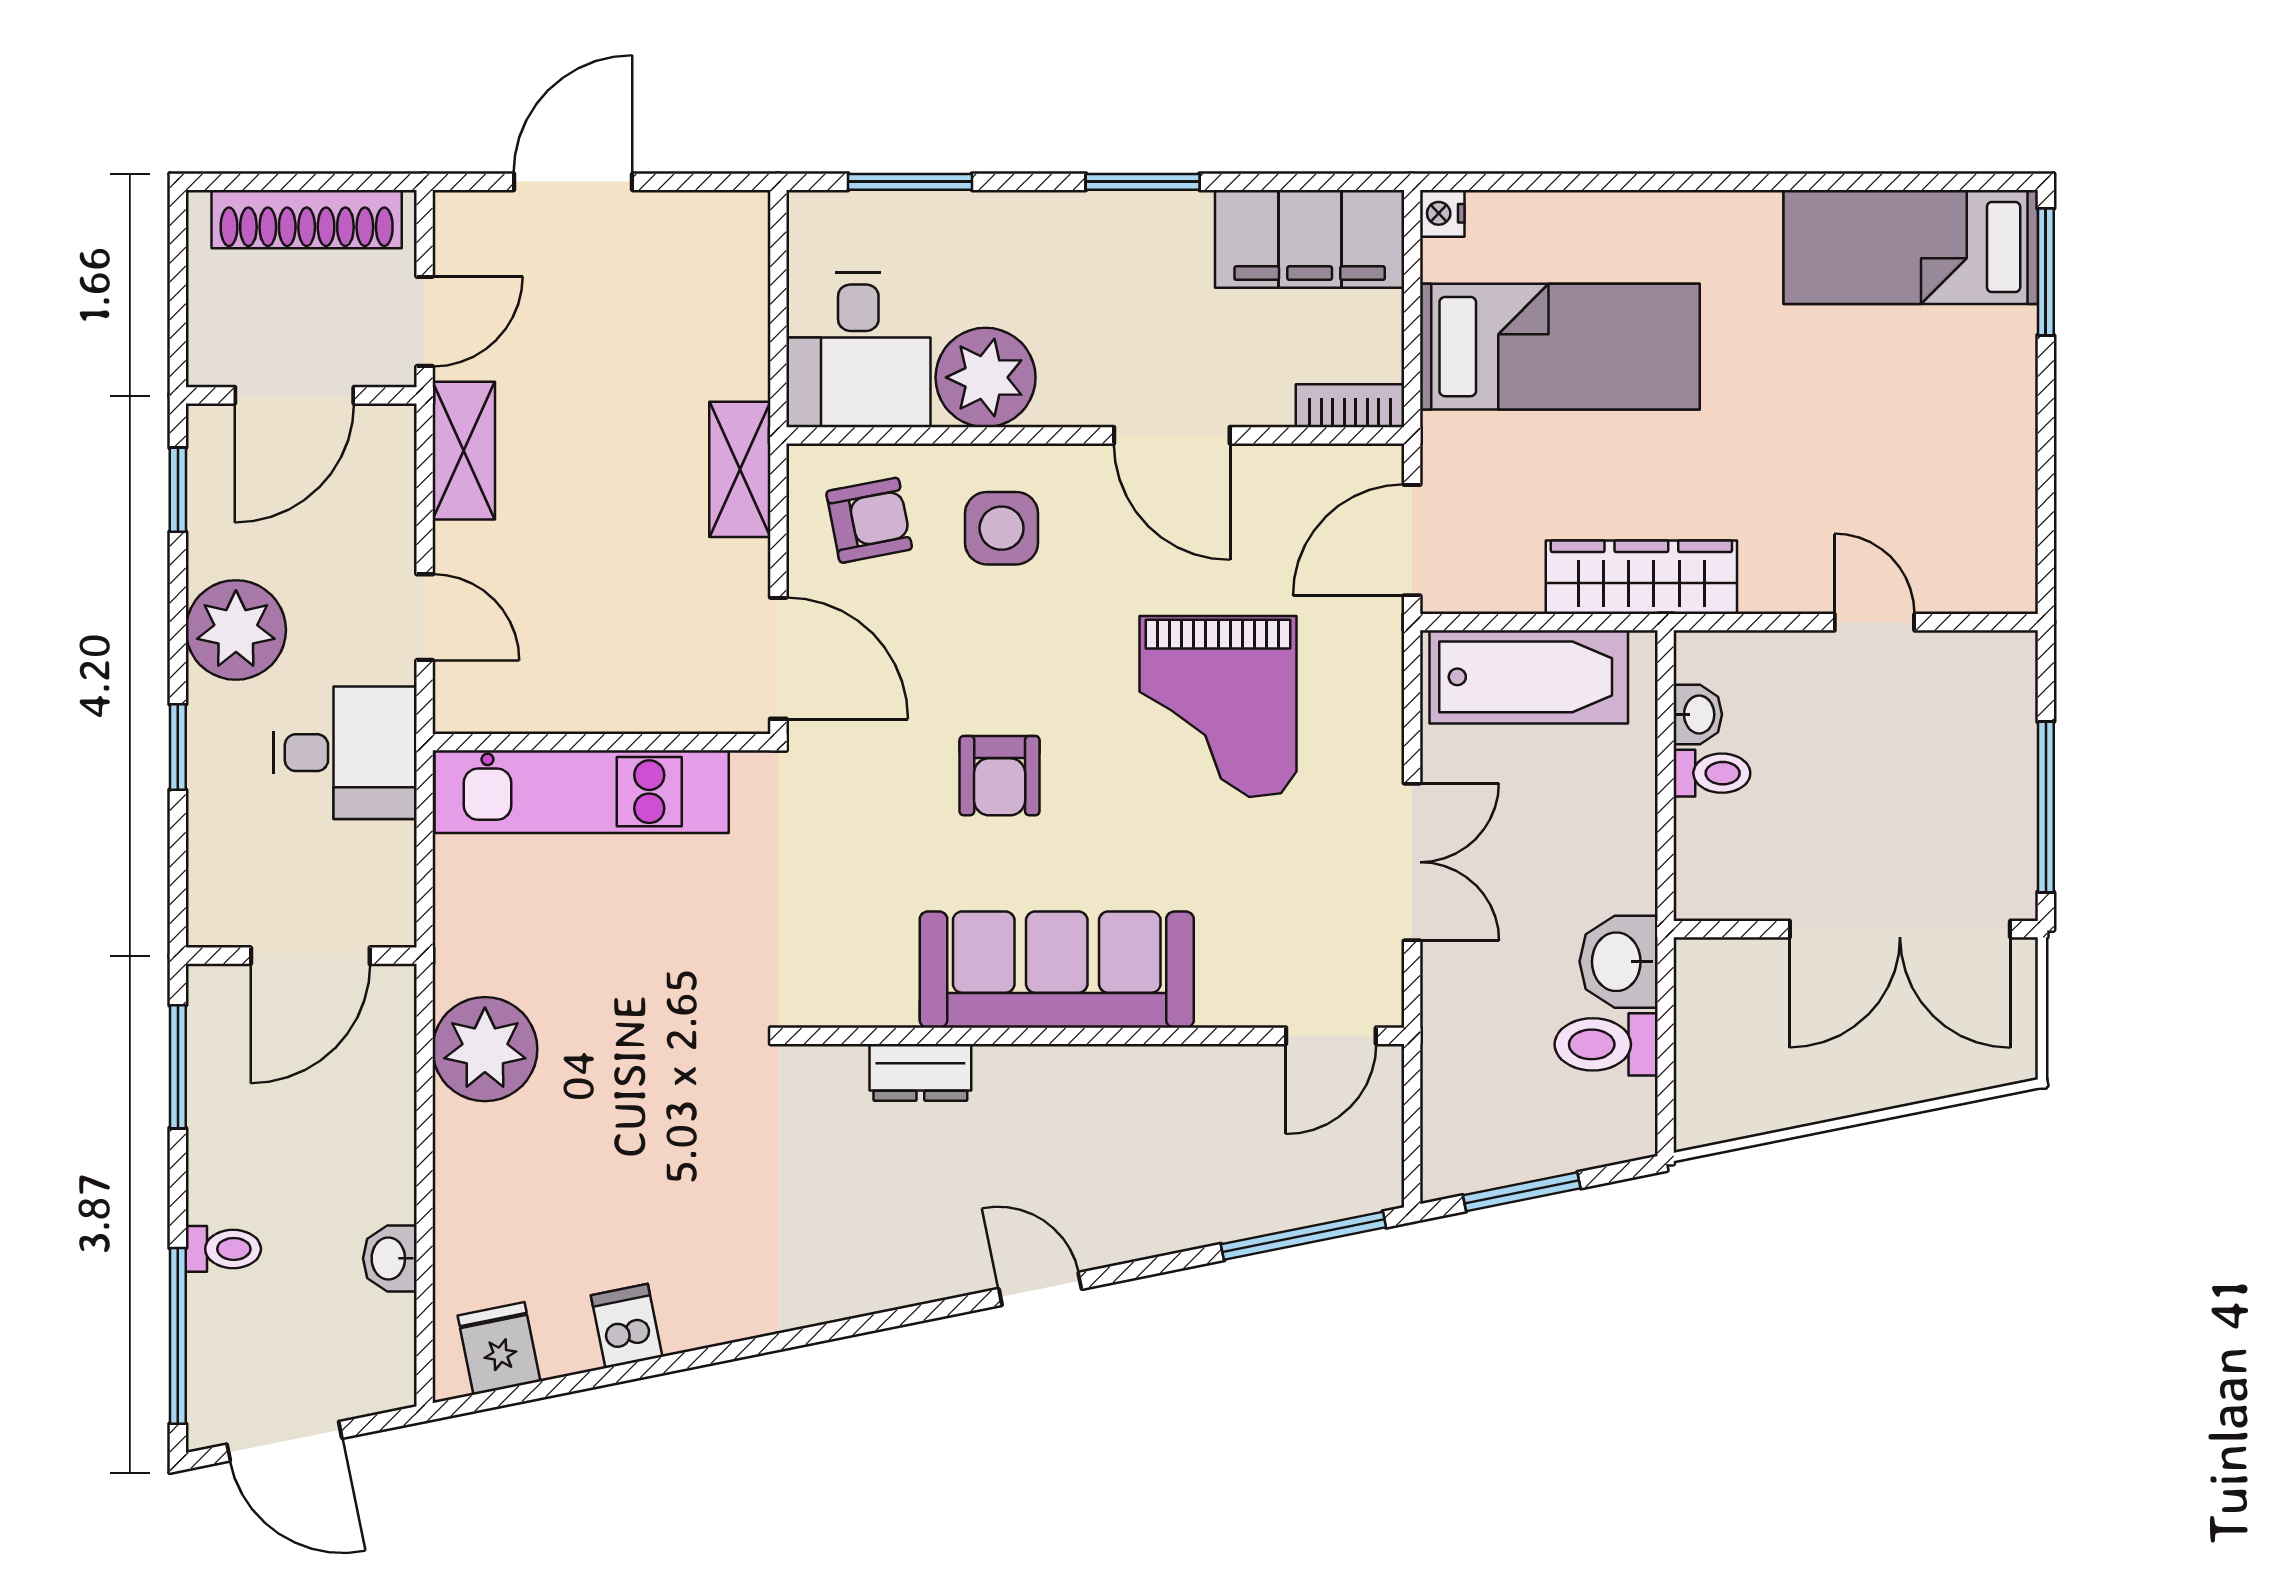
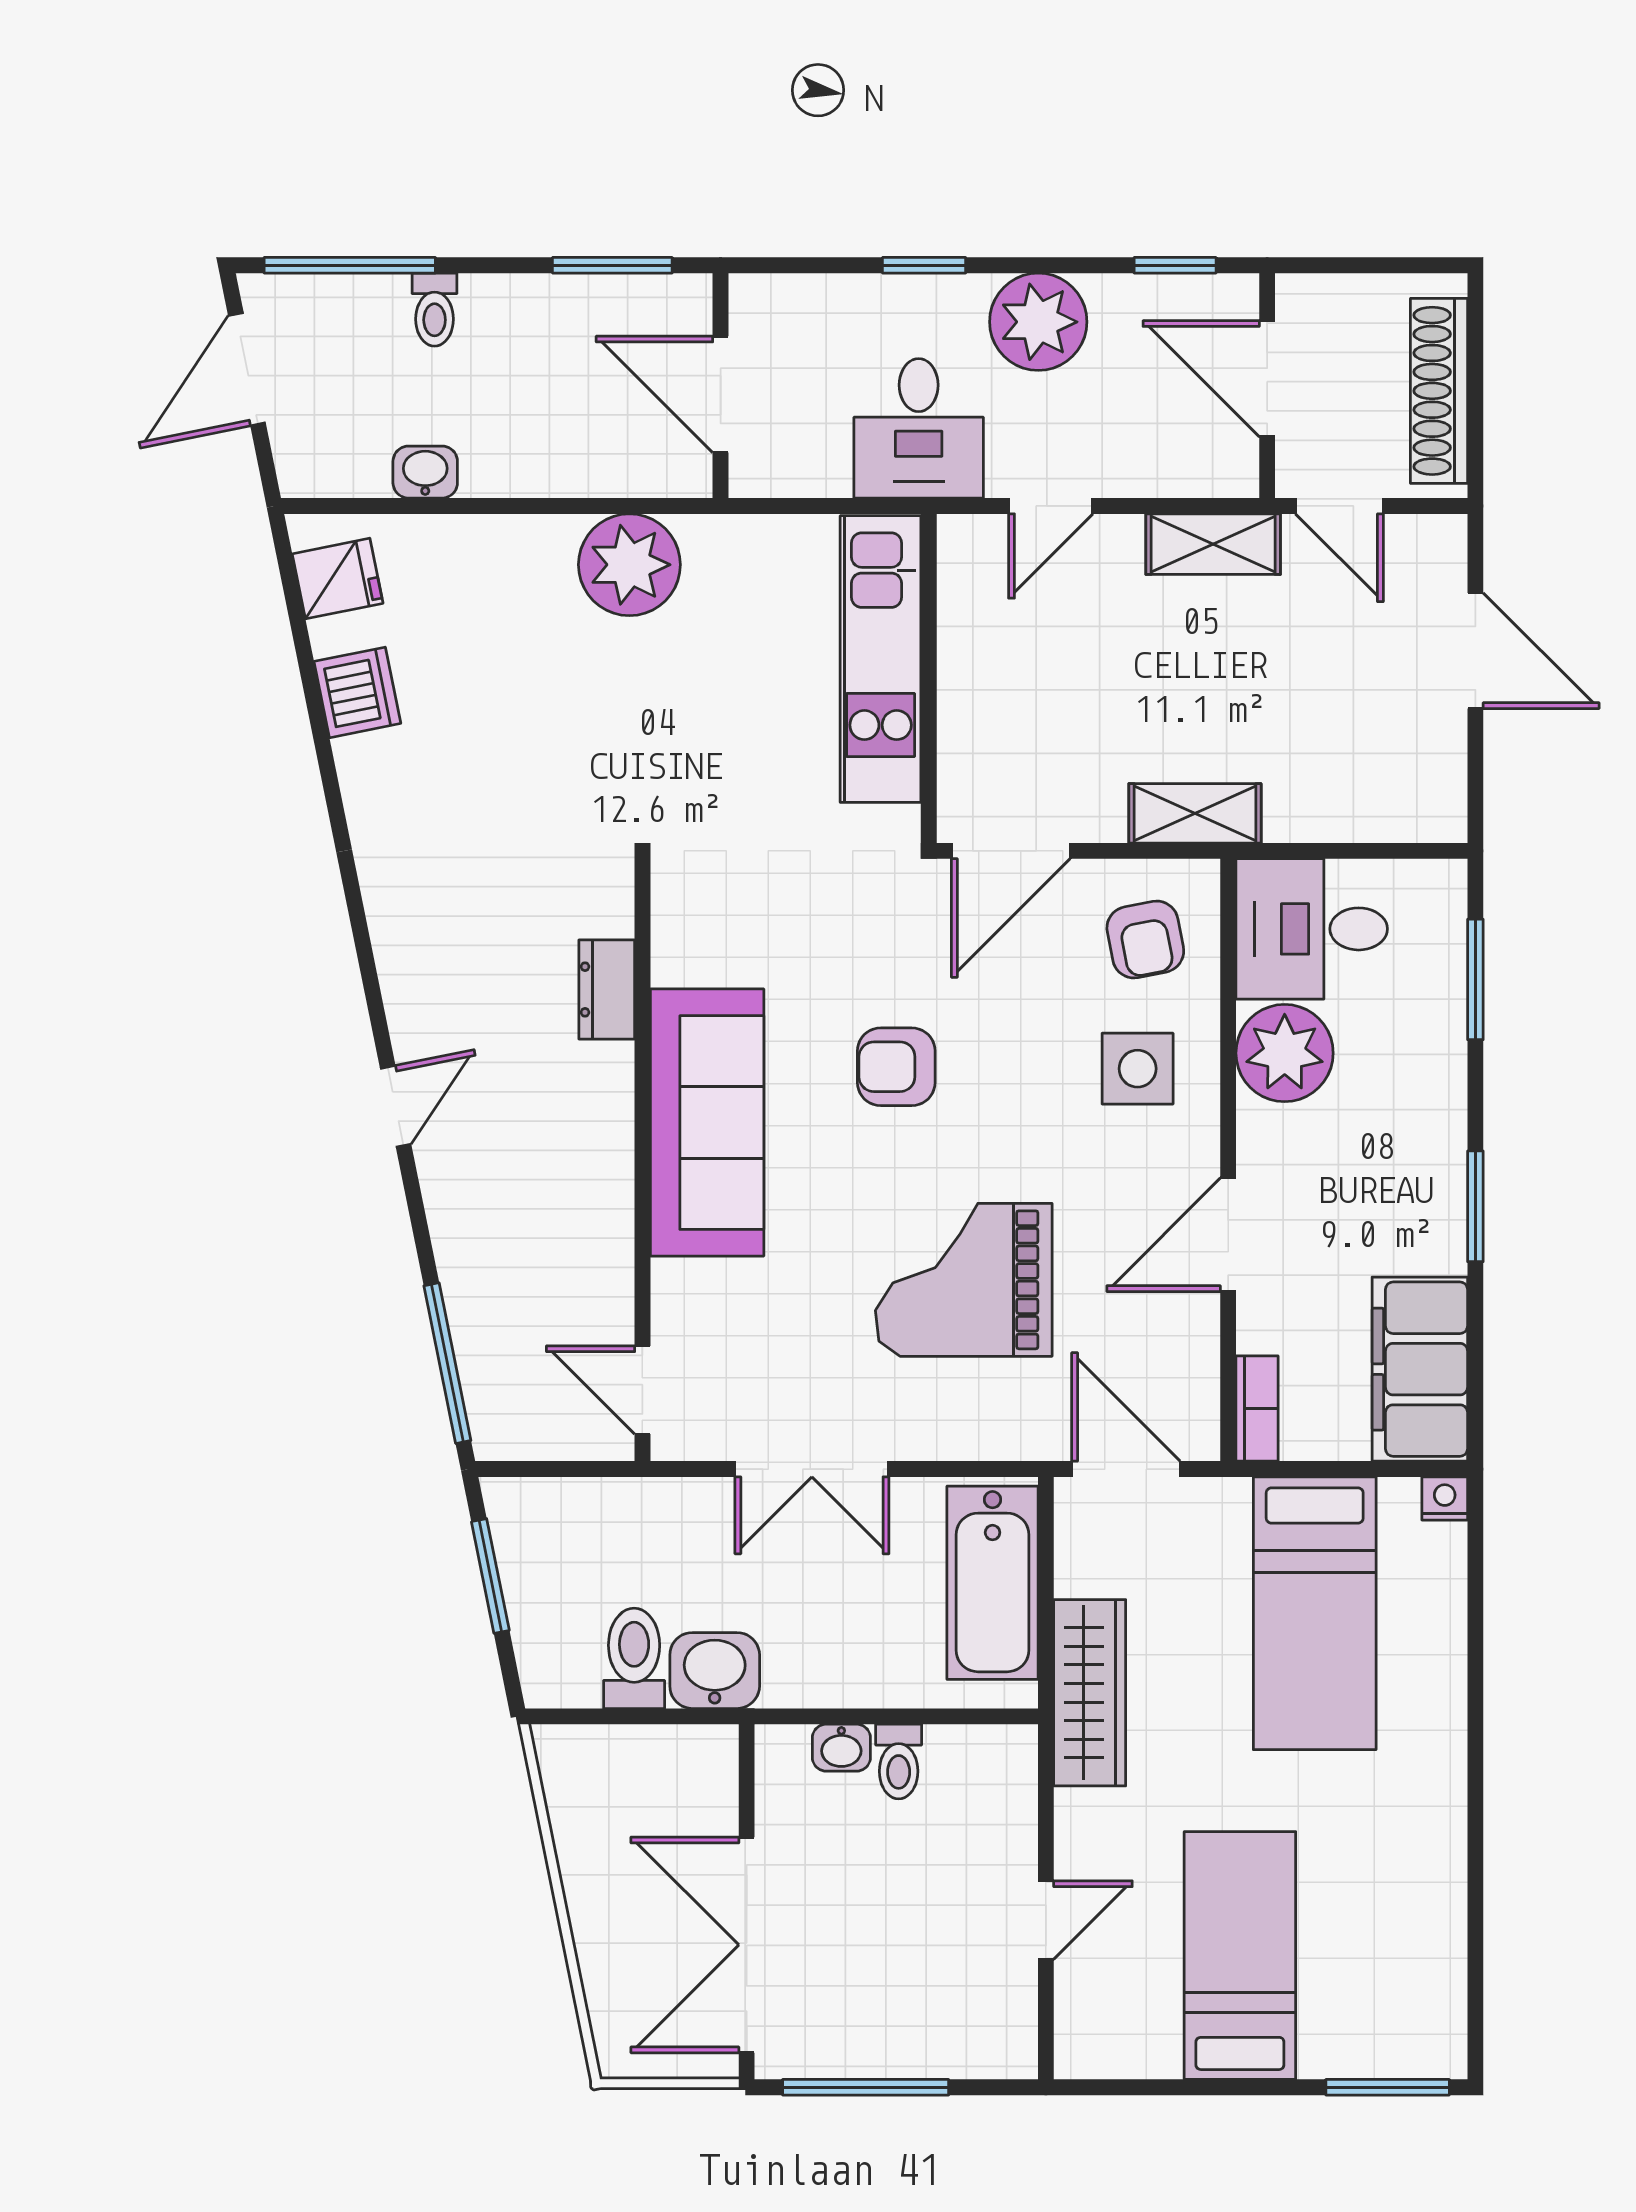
bed: (1911, 247) -> (1240, 1956), moved
washbasin: (1698, 714) -> (841, 1748), moved
dishwasher: (627, 1326) -> (357, 692), width x1.38

